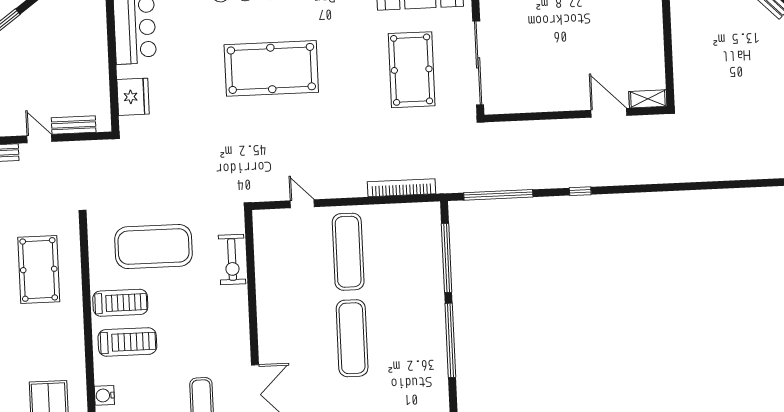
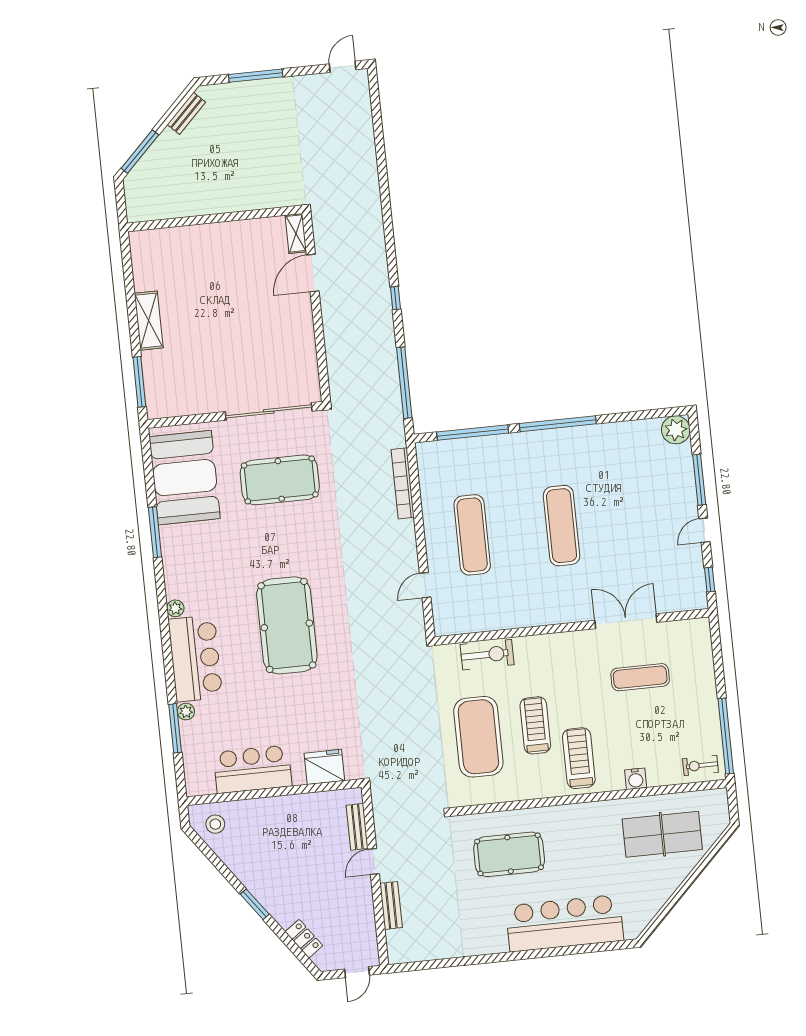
exercise mat: (348, 252) -> (472, 535), turned 90
treadmill: (120, 303) -> (535, 725), moved
exercise mat: (352, 338) -> (562, 526), turned 90

